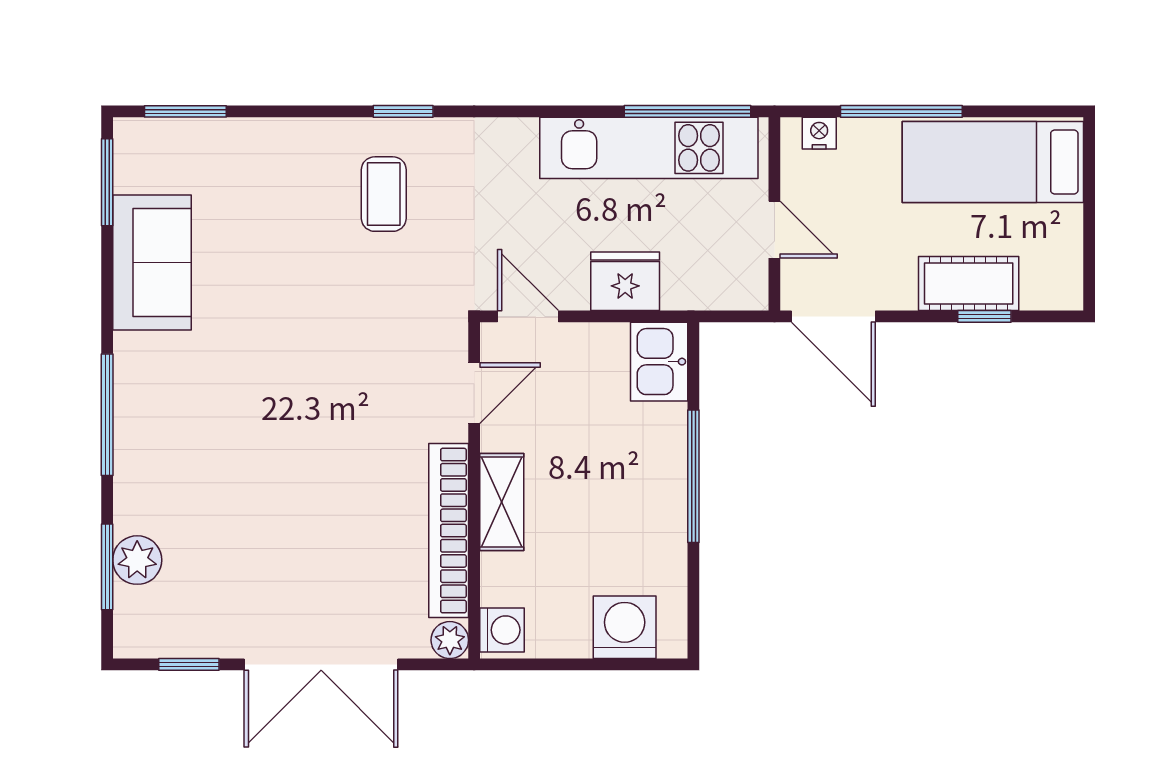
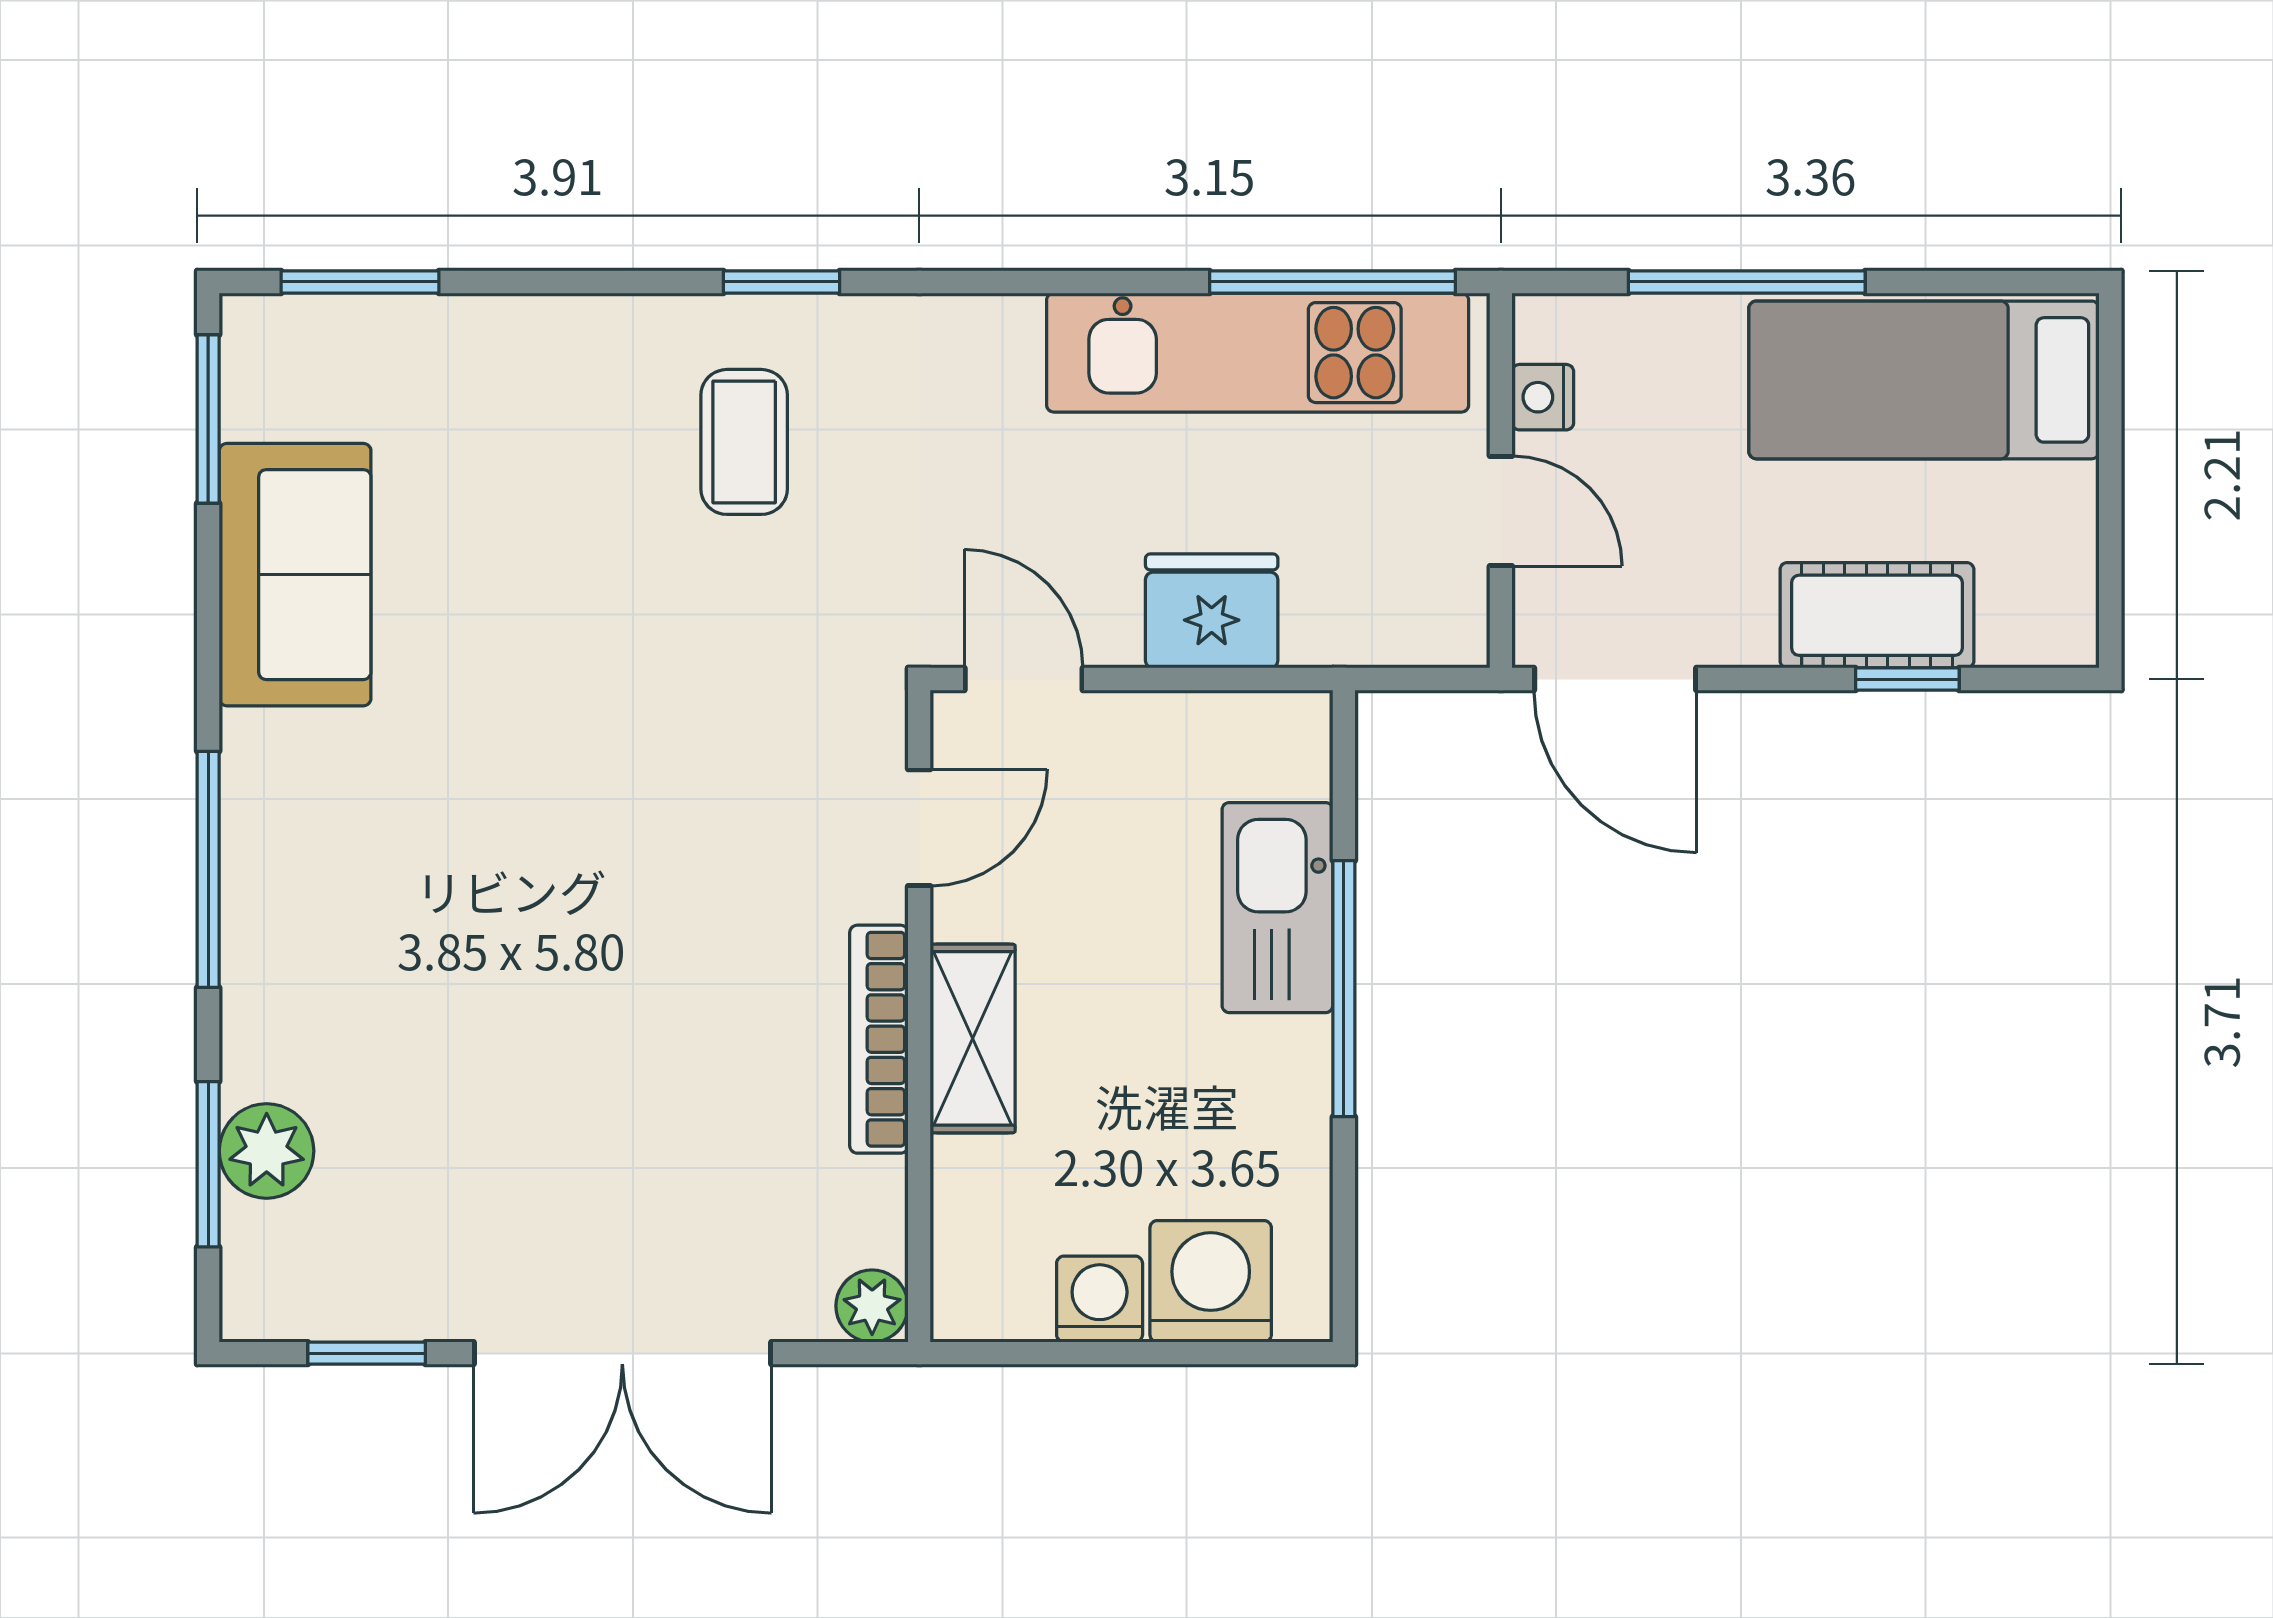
nightstand: (819, 133) -> (1543, 397), moved, turned -90
kitchen sink: (659, 362) -> (1277, 908), moved, width x1.38
bookcase: (449, 531) -> (879, 1039), width x0.68, depth x0.76
washing machine: (502, 630) -> (1100, 1299), moved, turned -90

